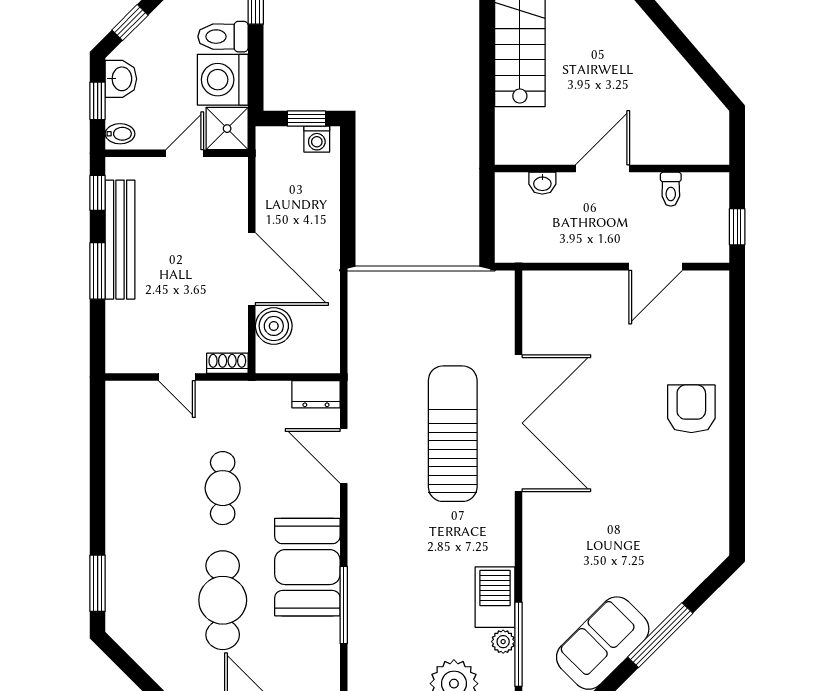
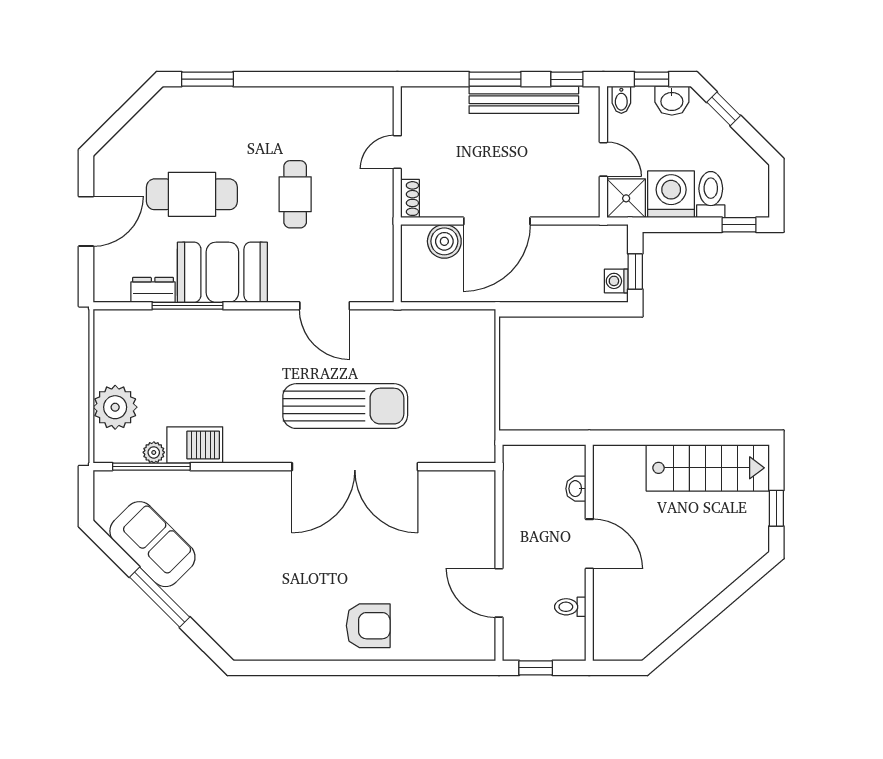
dresser: (316, 394) -> (153, 290), moved, turned 90
door: (344, 456) -> (325, 306), swing flipped
cafe table: (223, 488) -> (295, 194), turned 90

